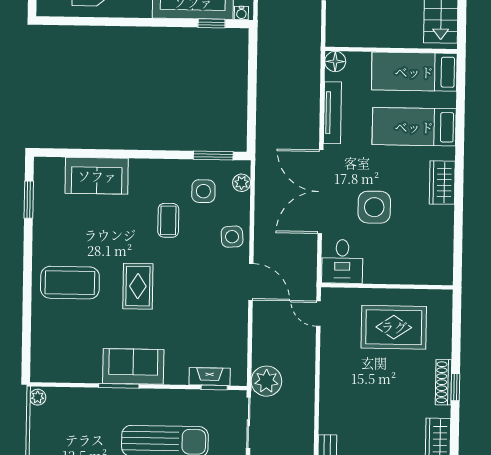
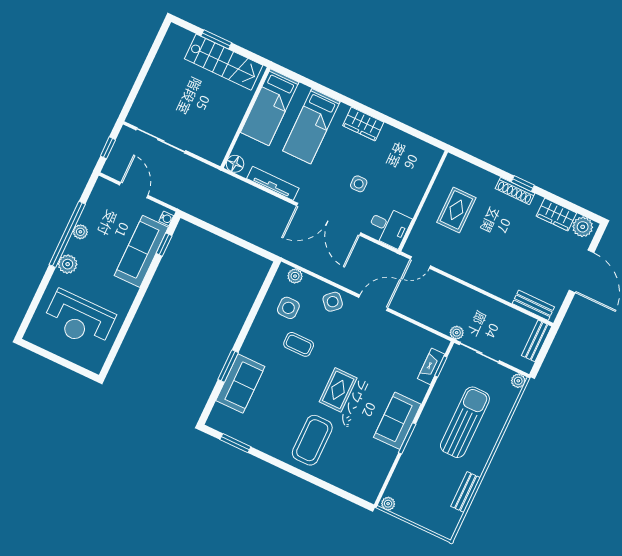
window: (213, 155) -> (228, 366), moved
side table: (374, 207) -> (359, 184), width x0.54, depth x0.54
side table: (232, 237) -> (333, 302), turned -38
rug: (138, 286) -> (338, 390), turned 90
rug: (394, 327) -> (456, 210), width x0.73, depth x0.70
plant: (266, 381) -> (457, 333), width x0.53, depth x0.53

